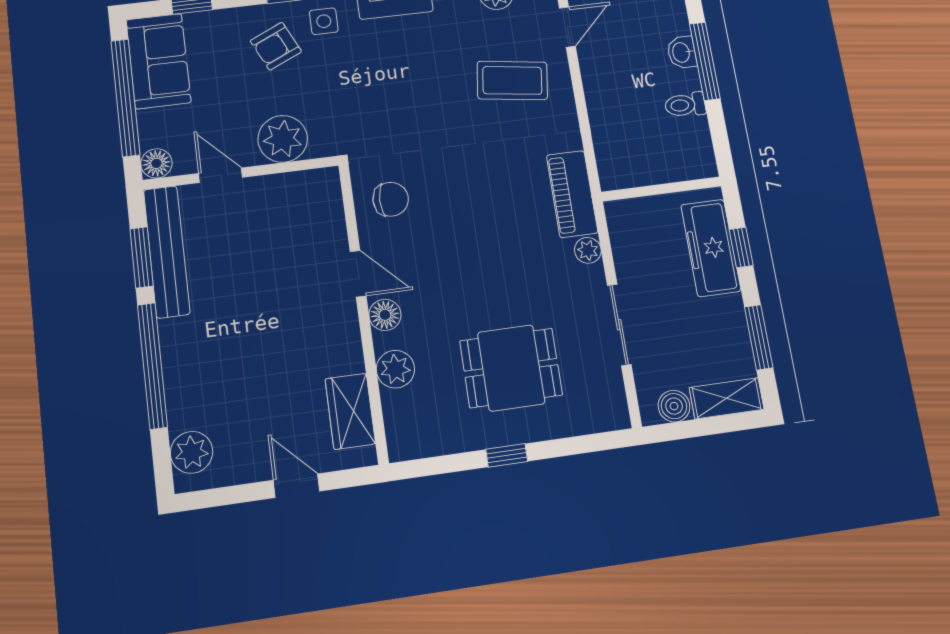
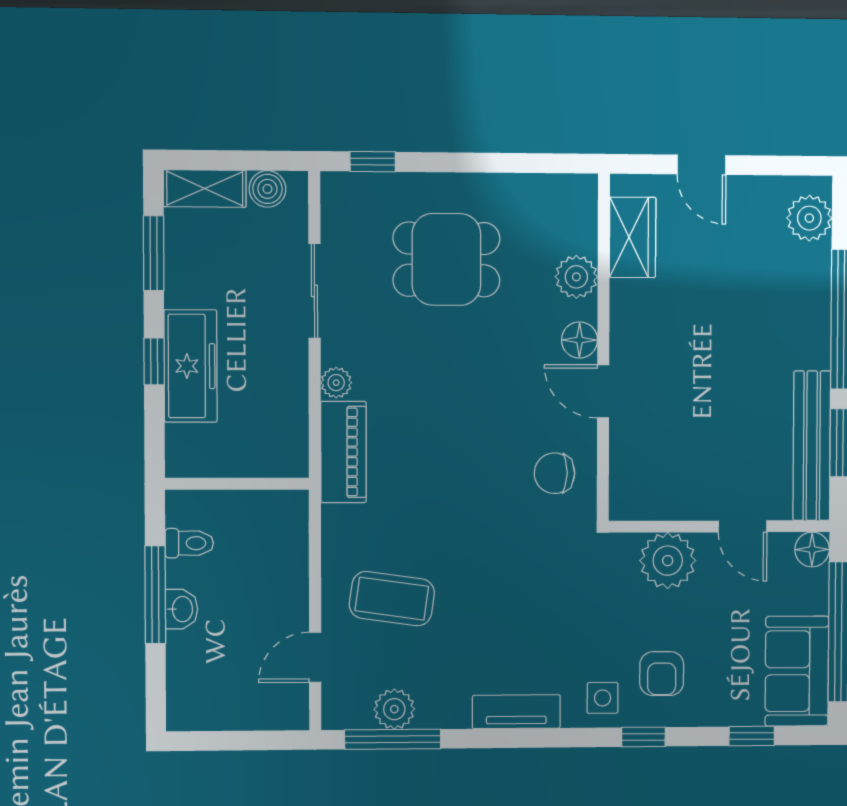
armchair: (276, 46) -> (662, 674), turned 115
wall: (661, 189) -> (237, 484), moved
window: (507, 455) -> (373, 162), moved

